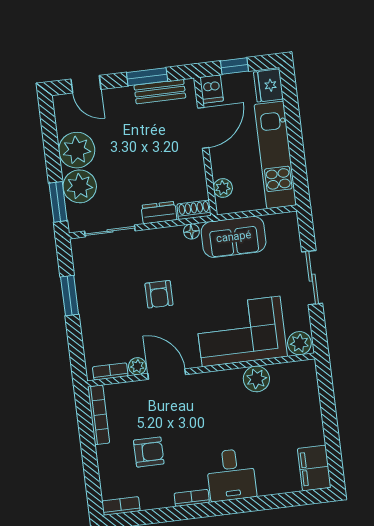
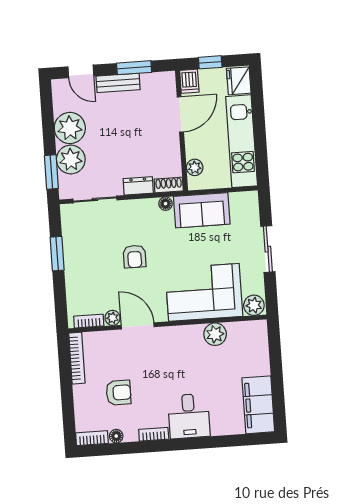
bench: (160, 92) -> (118, 83), moved
filing cabinet: (314, 468) -> (258, 405), width x1.50, depth x1.17
floor lamp: (149, 502) -> (116, 436), added

